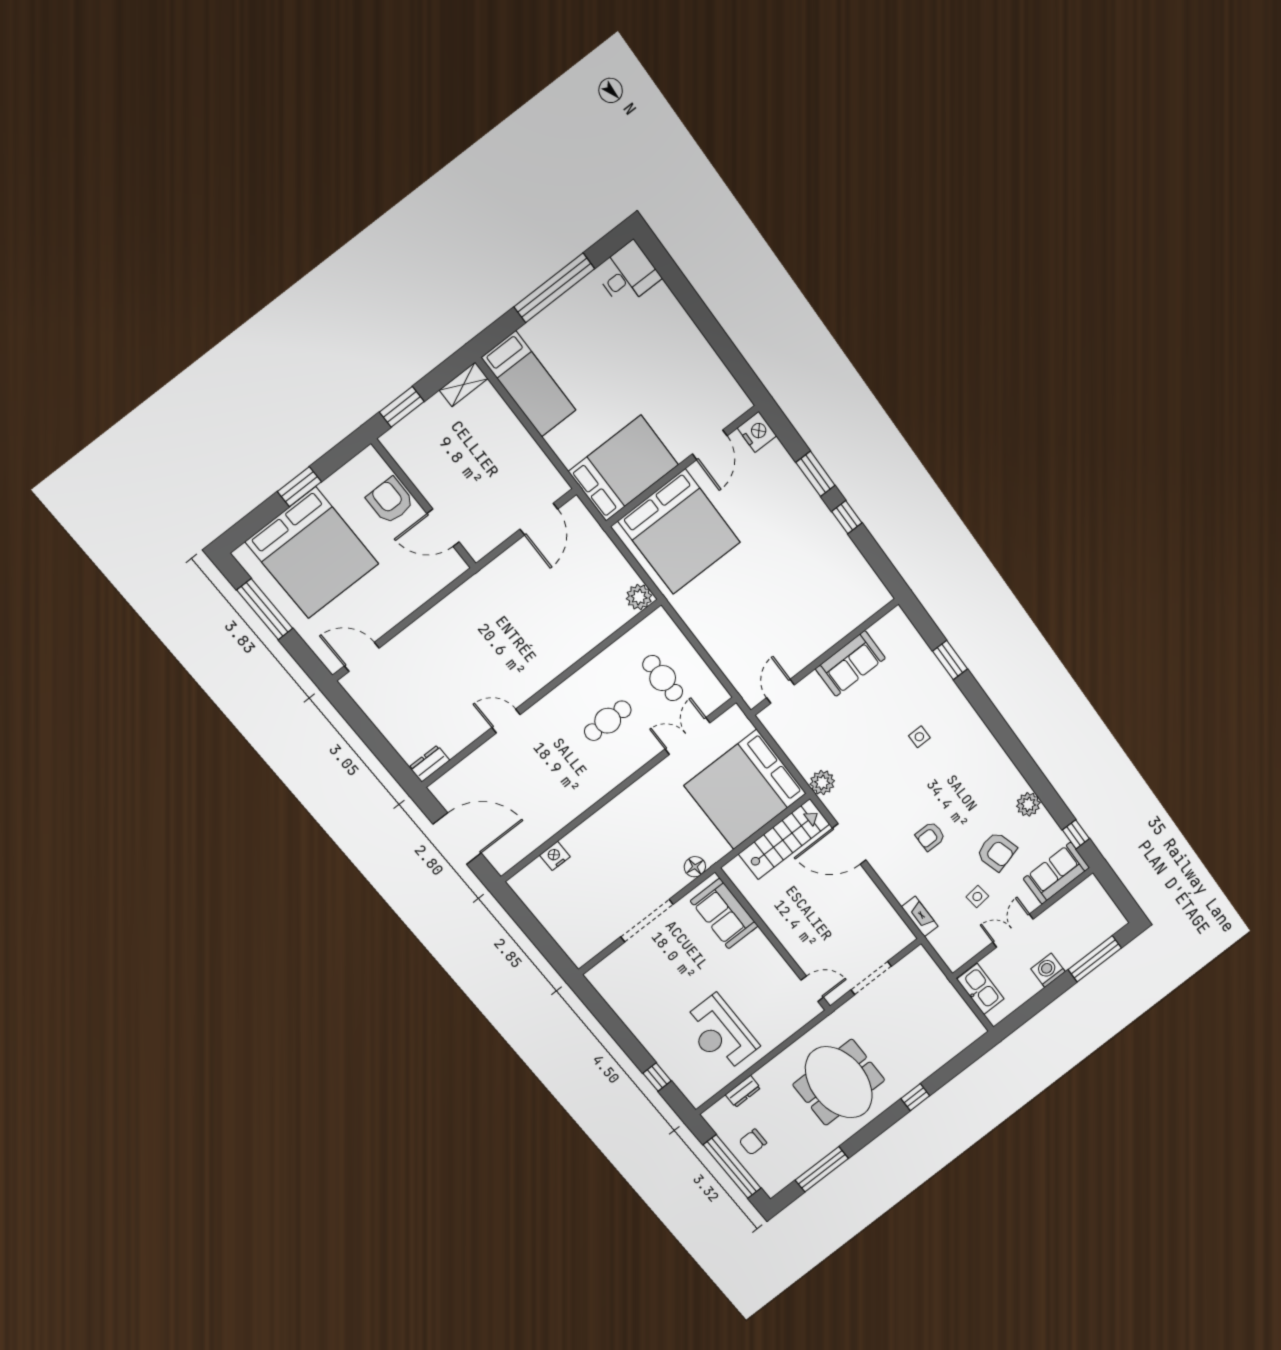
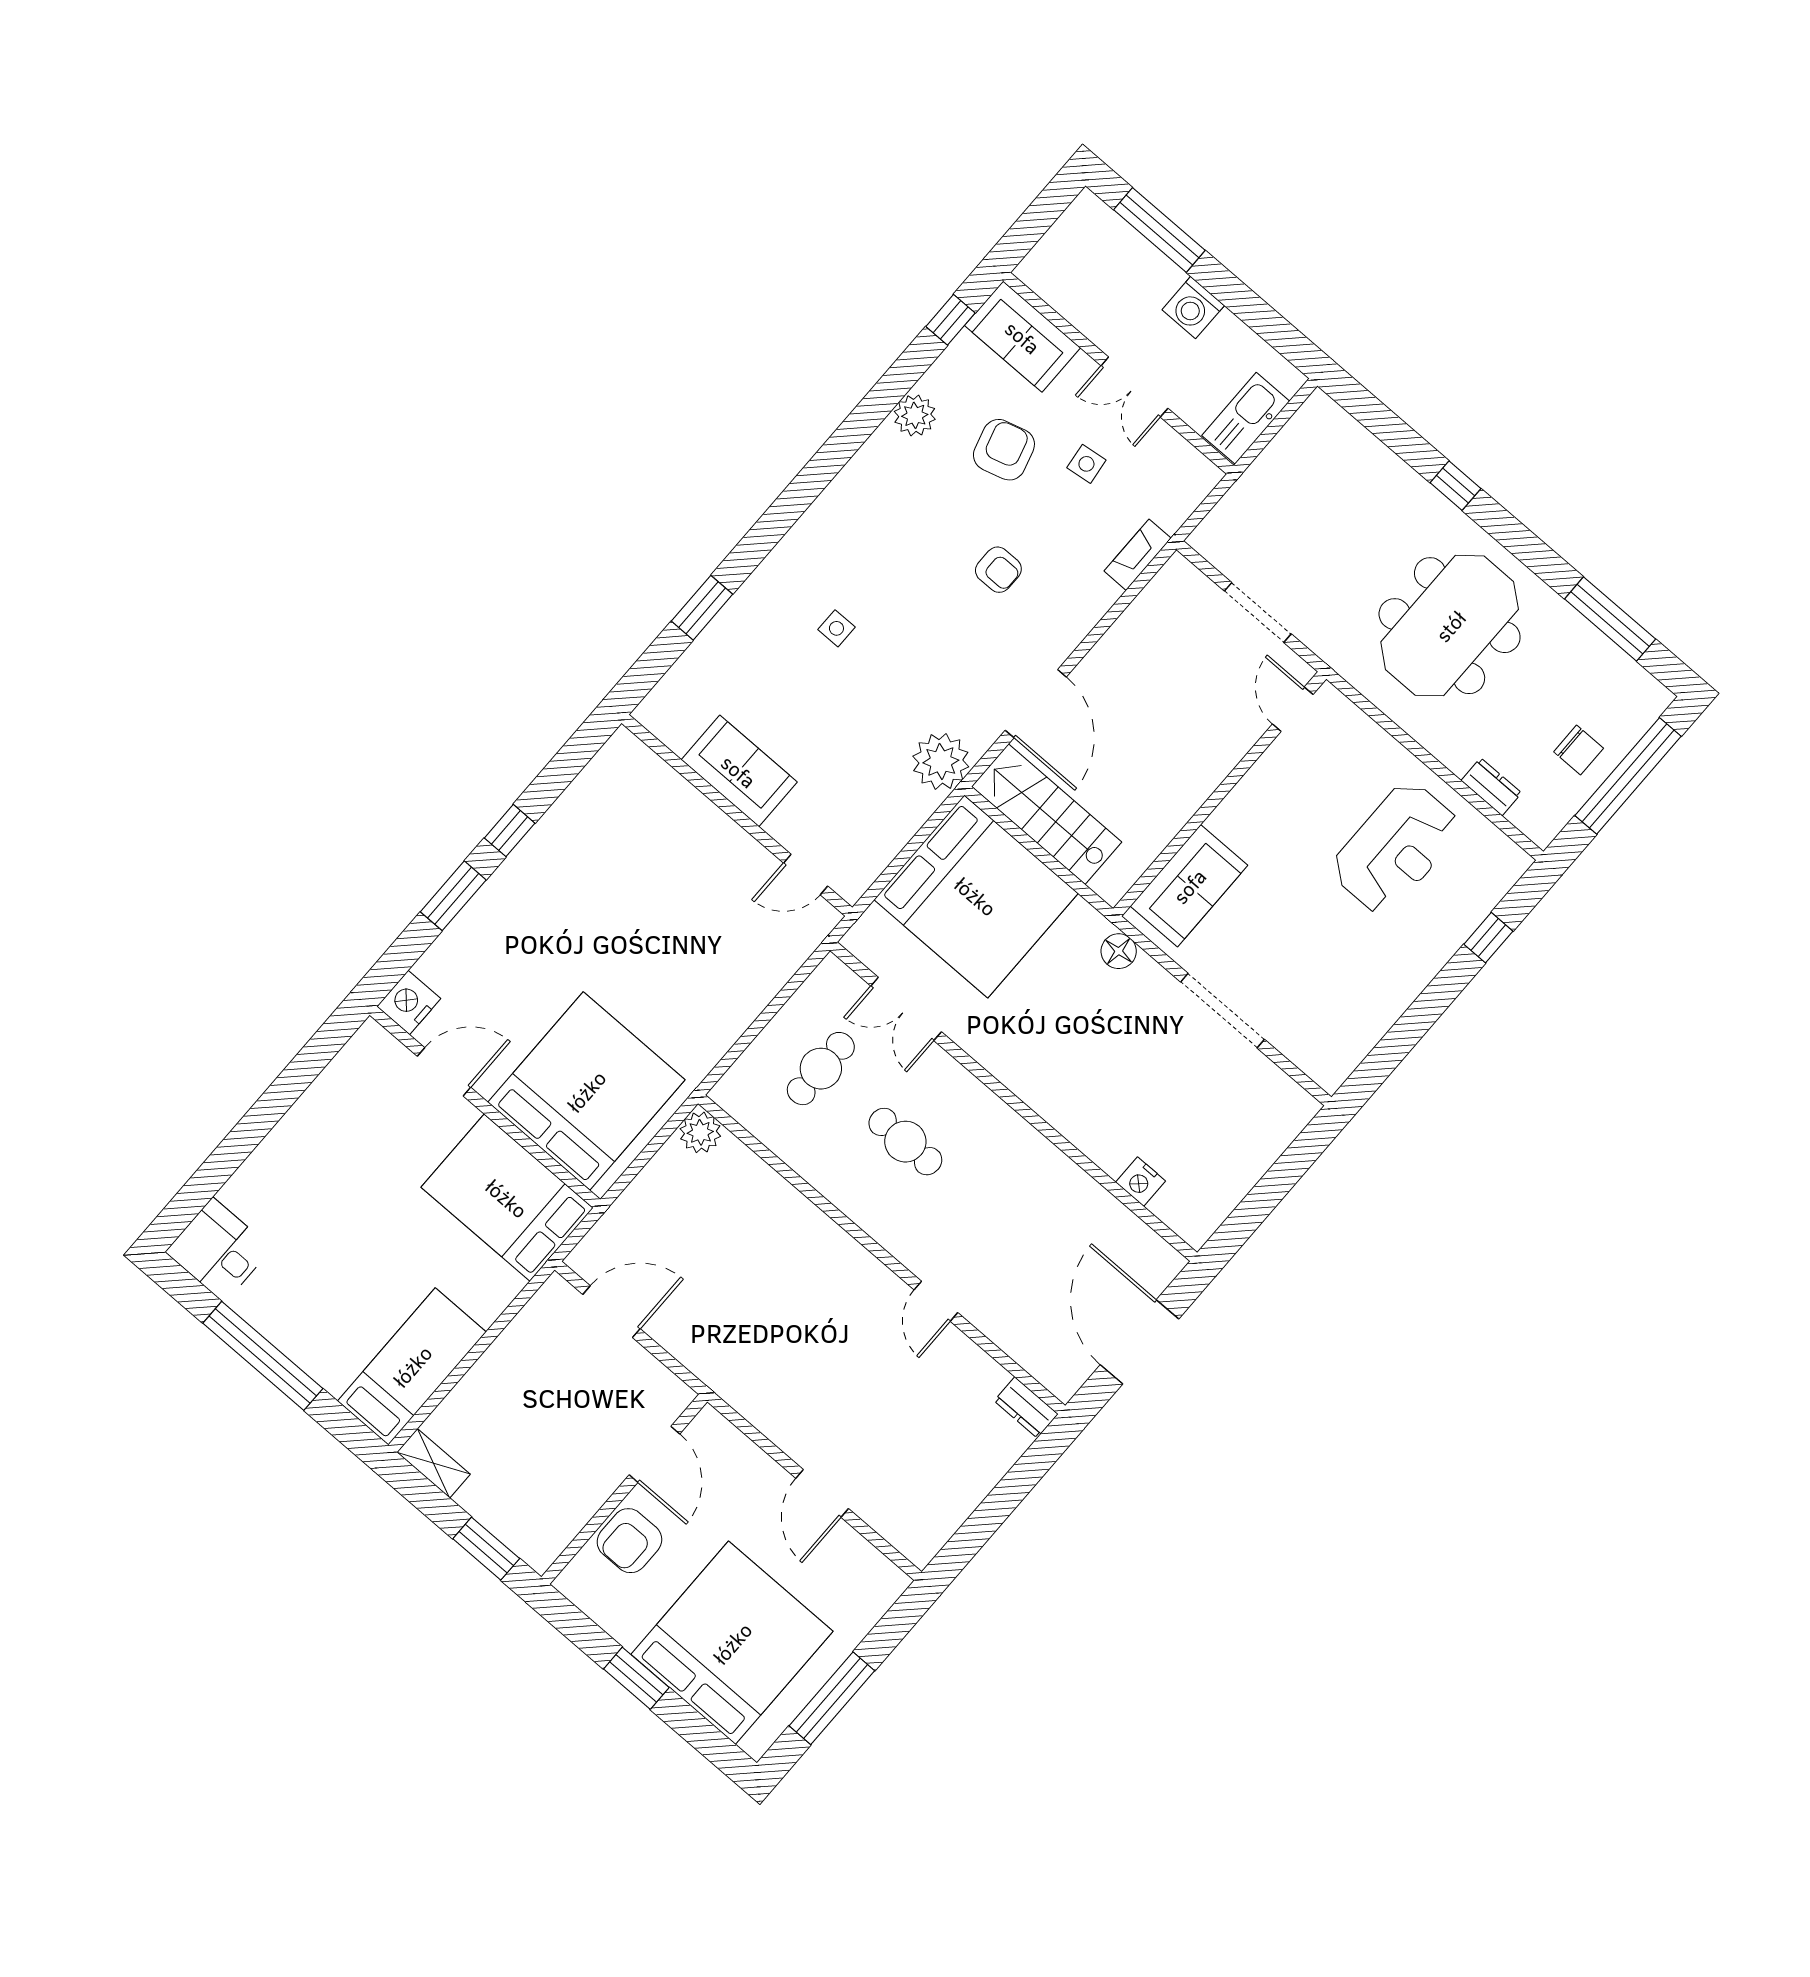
door: (362, 657) -> (822, 1493), moved
plant: (822, 783) -> (941, 761), width x1.36, depth x1.36

